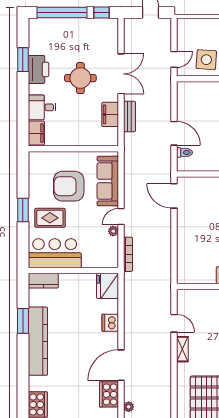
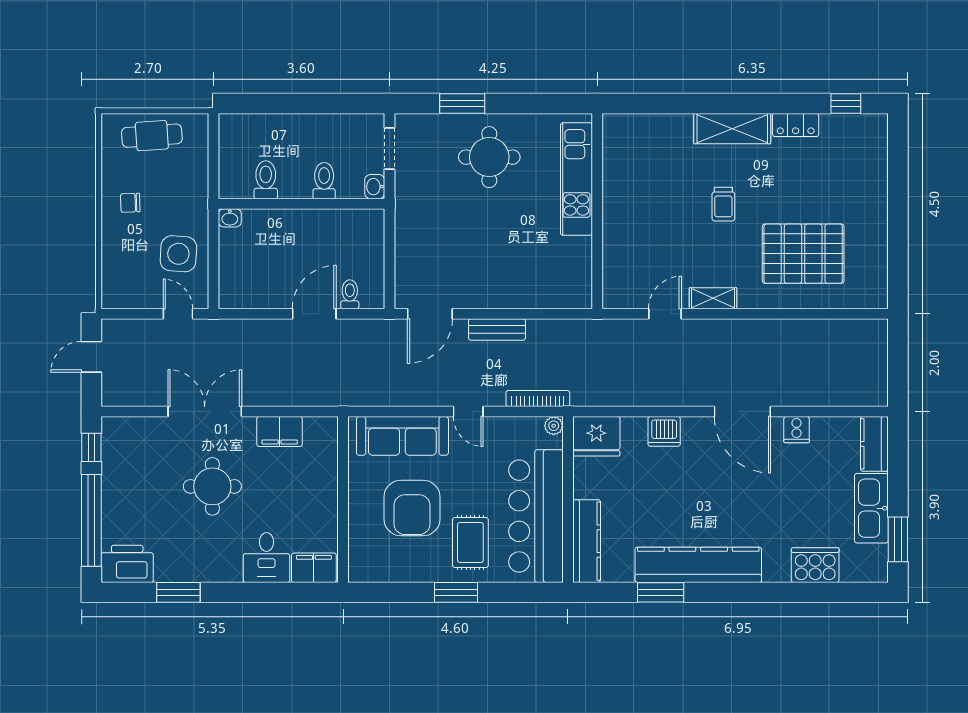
printer: (38, 69) -> (127, 564), moved
bench: (129, 117) -> (497, 329), moved
plant: (113, 231) -> (554, 426), moved
bar counter: (55, 253) -> (536, 516), width x1.36
kitchen counter: (43, 281) -> (587, 541), width x1.50
cooker: (109, 394) -> (797, 430), width x0.53, depth x0.76
plant: (129, 407) -> (819, 397), removed

